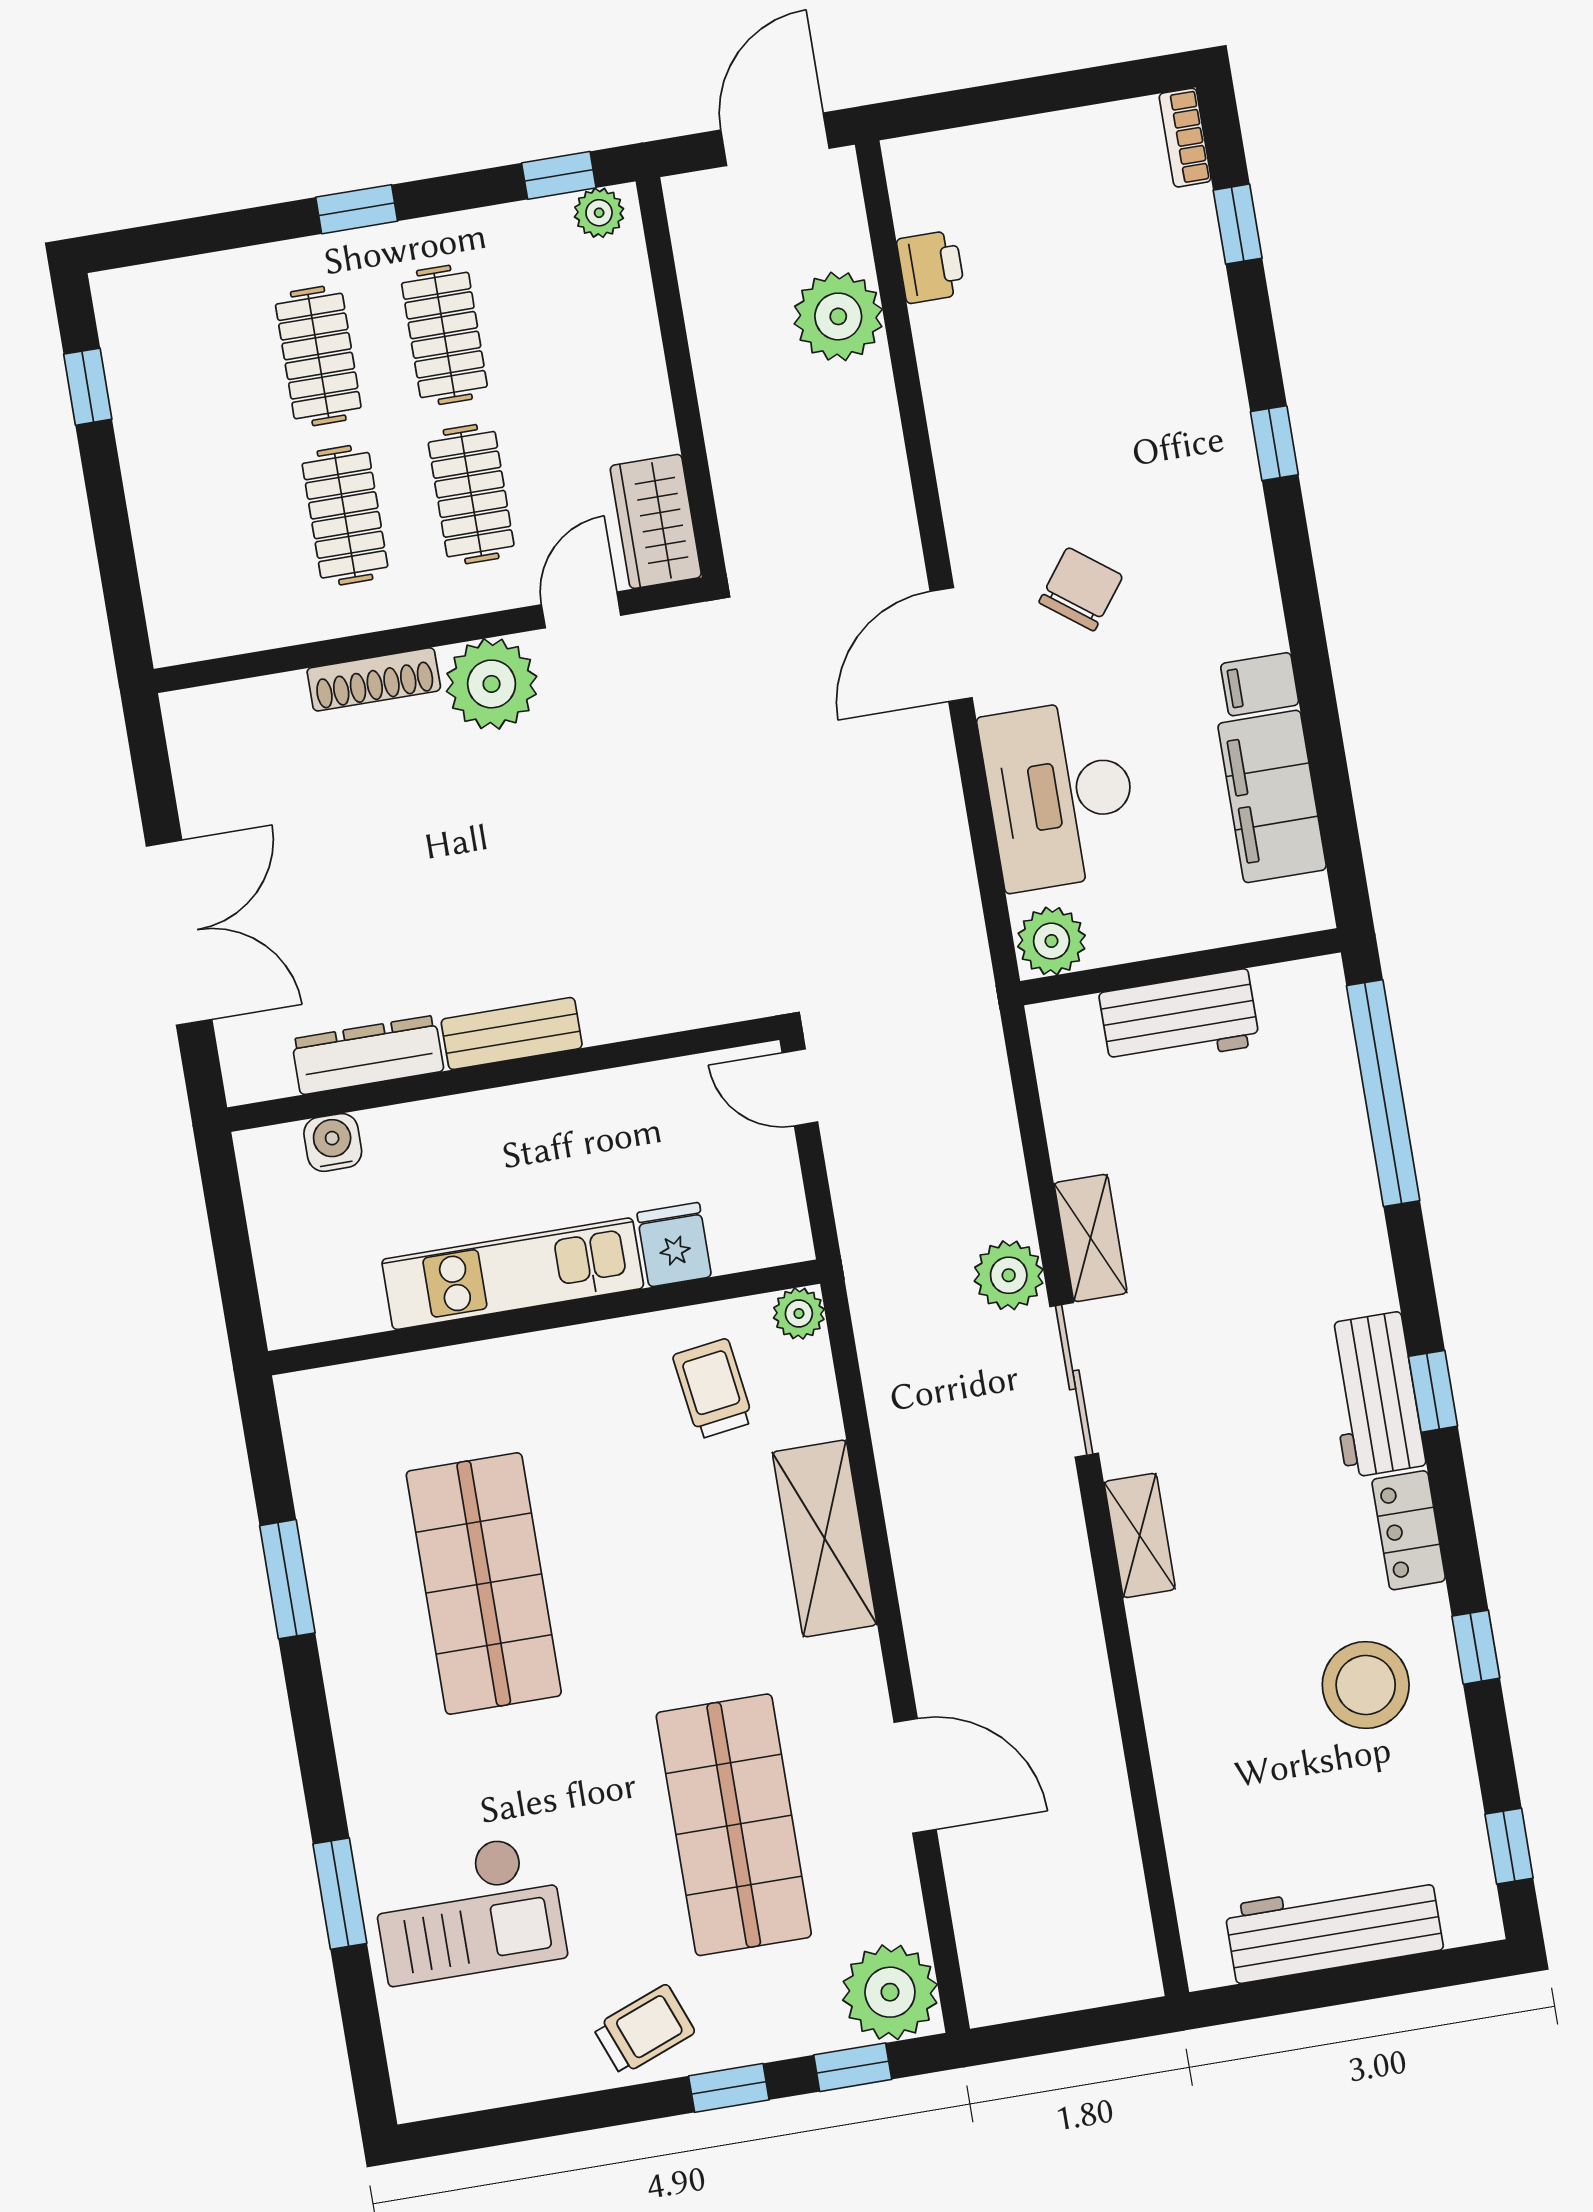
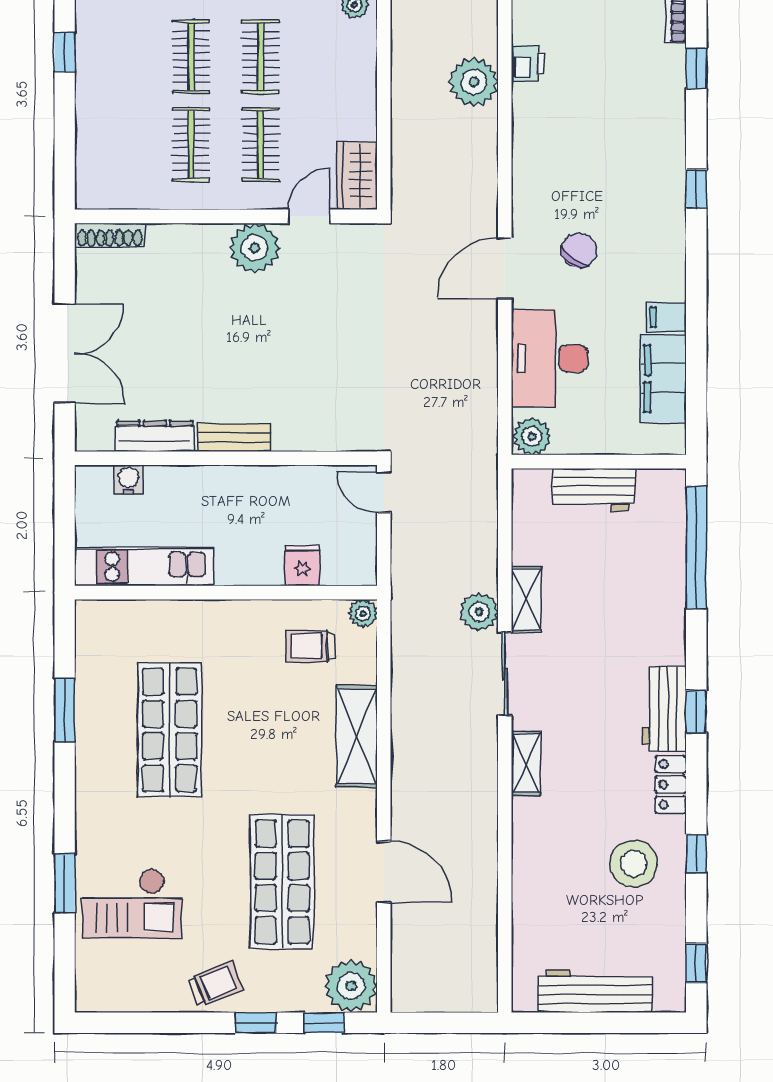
shoe rack: (374, 679) -> (110, 235), moved
kitchen unit: (513, 1274) -> (144, 566), moved
trolley: (713, 1389) -> (310, 646), turned -82

